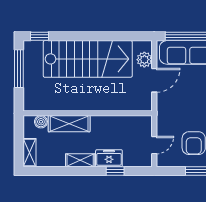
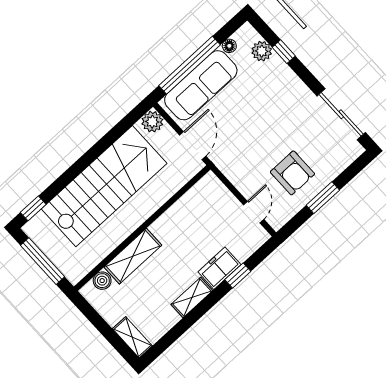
plant: (144, 60) -> (152, 122), moved
wall: (88, 113) -> (142, 228), moved
boiler: (41, 122) -> (102, 281), moved
shelving: (69, 124) -> (133, 256), moved

